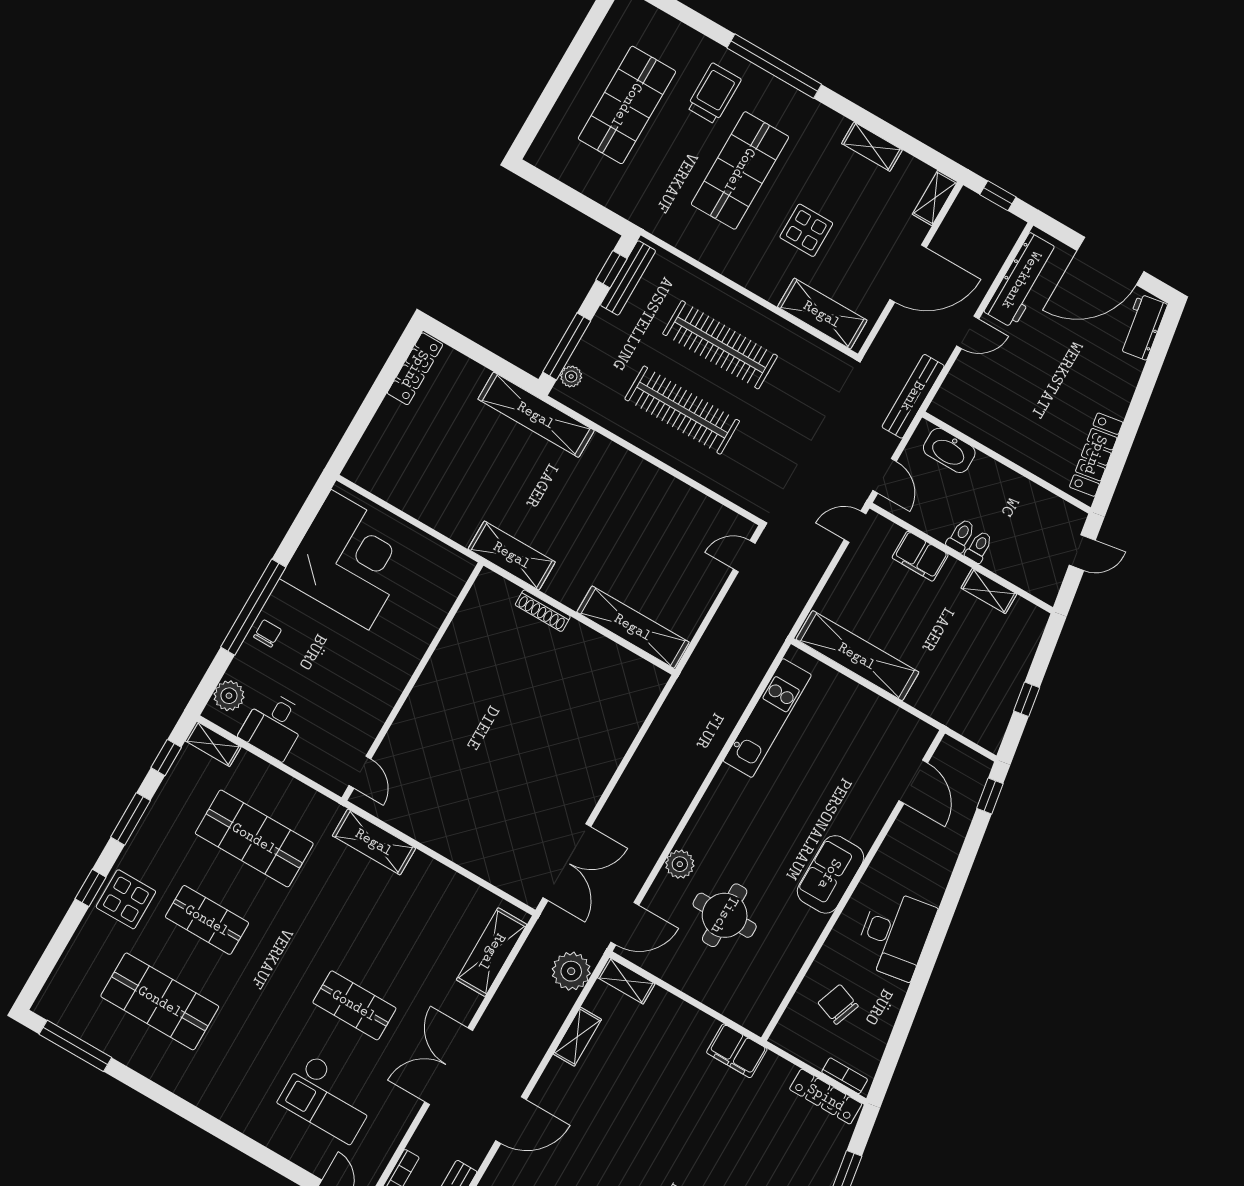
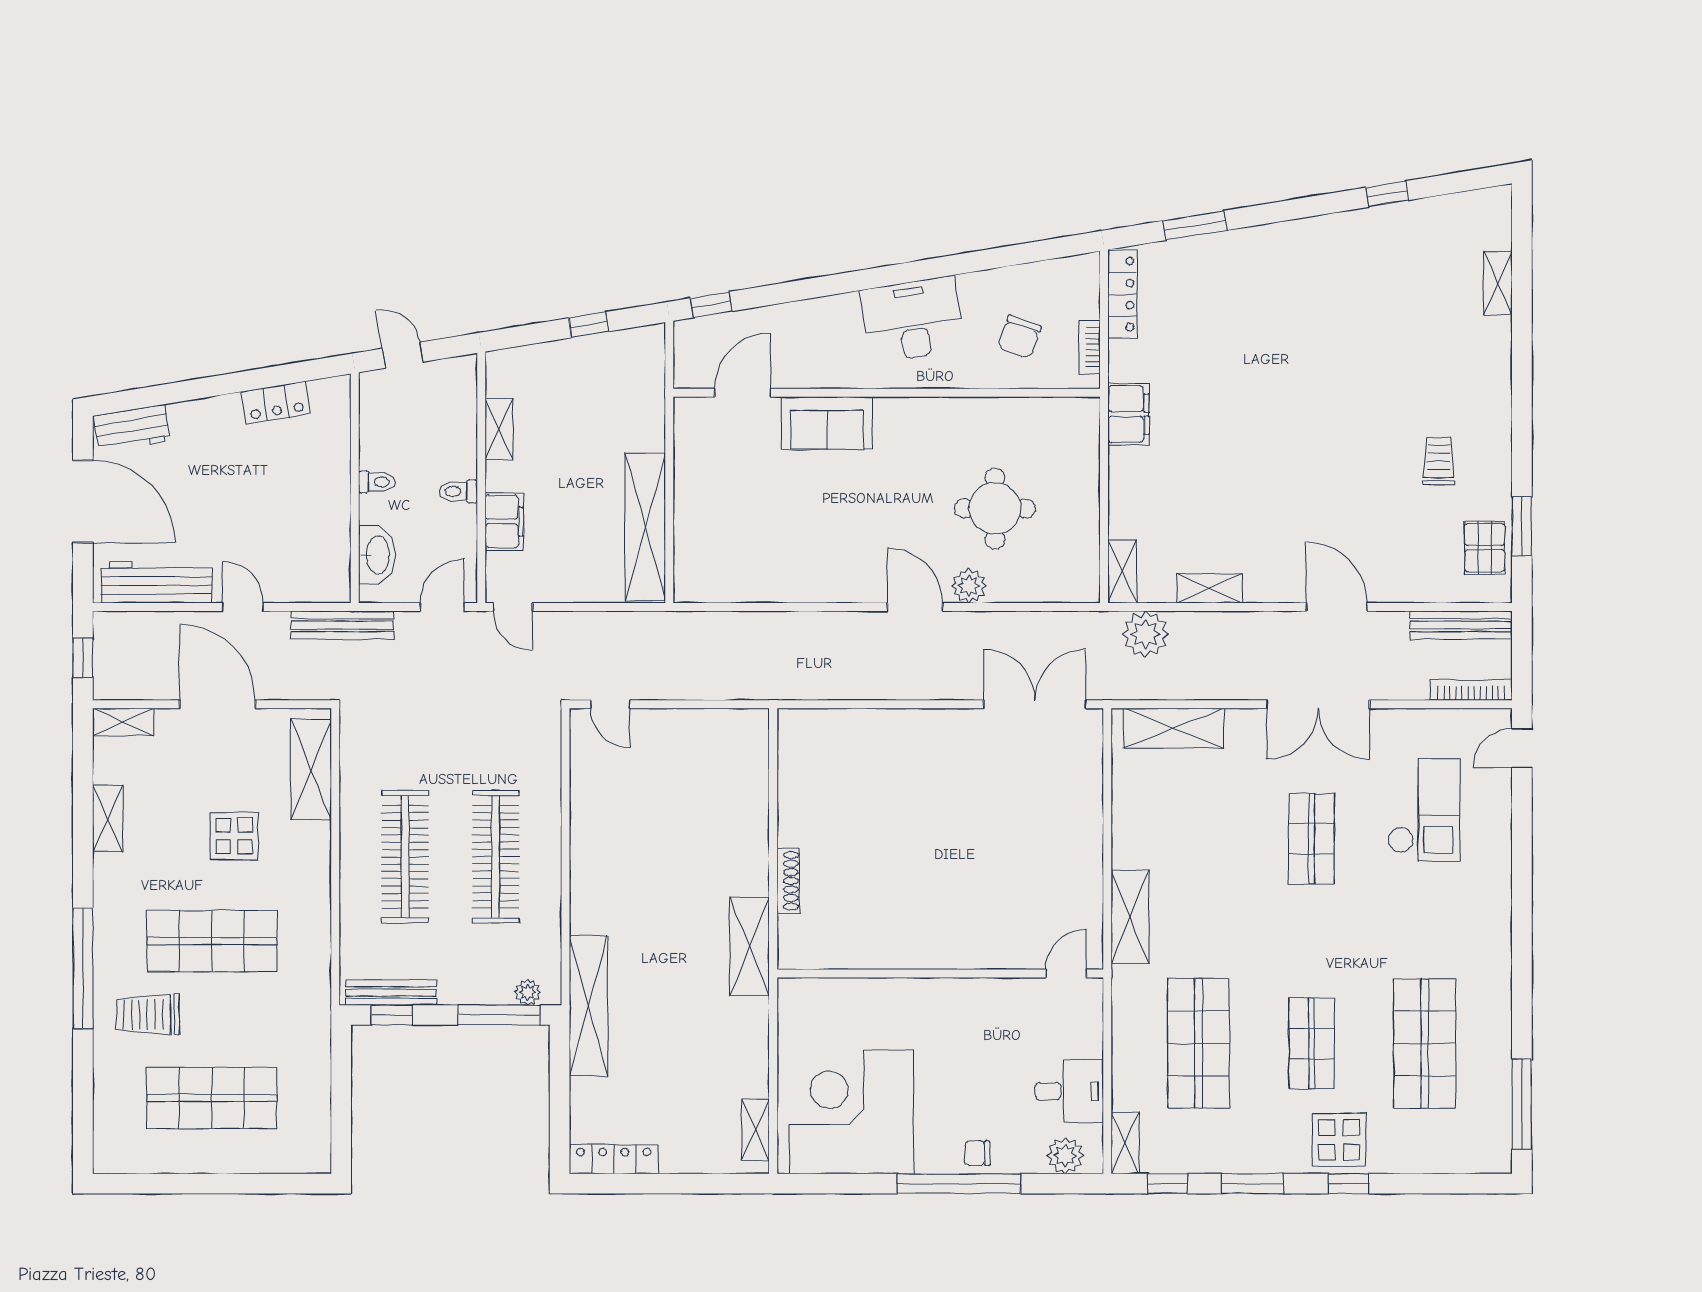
locker: (1096, 455) -> (276, 402), width x0.66
toilet: (979, 547) -> (377, 482), moved, turned 180
shelving: (633, 627) -> (755, 1130), moved, width x0.45, depth x0.75
kitchen unit: (767, 718) -> (764, 583), removed
sofa: (830, 874) -> (827, 423), moved
door: (625, 924) -> (915, 607), moved
bookcase: (845, 1076) -> (1090, 347), moved

